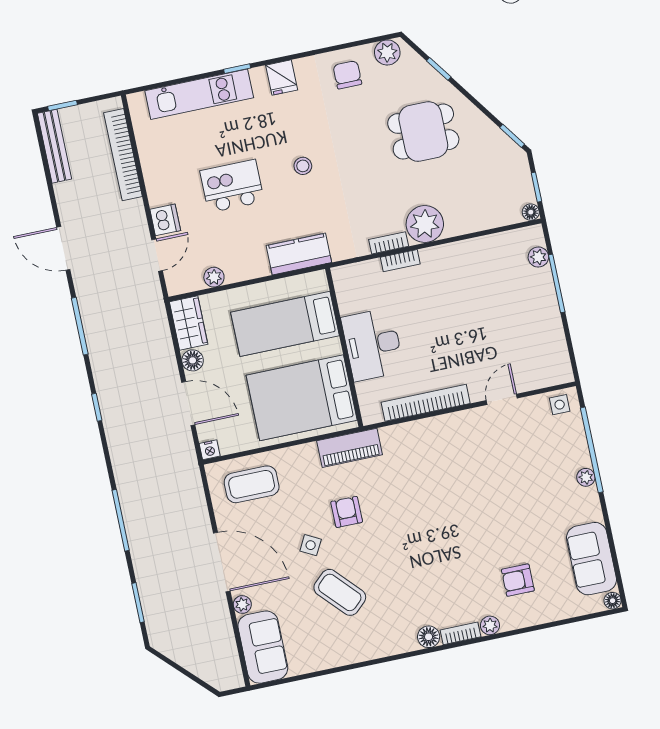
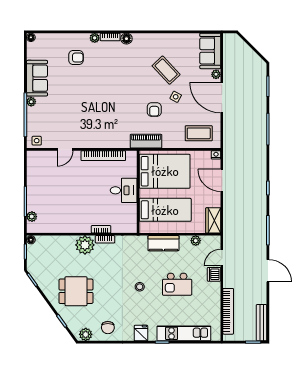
kitchen counter: (299, 254) -> (163, 243), moved
desk: (373, 344) -> (124, 190), width x0.73
floor lamp: (193, 360) -> (215, 201), removed
sofa: (591, 559) -> (37, 78), moved

